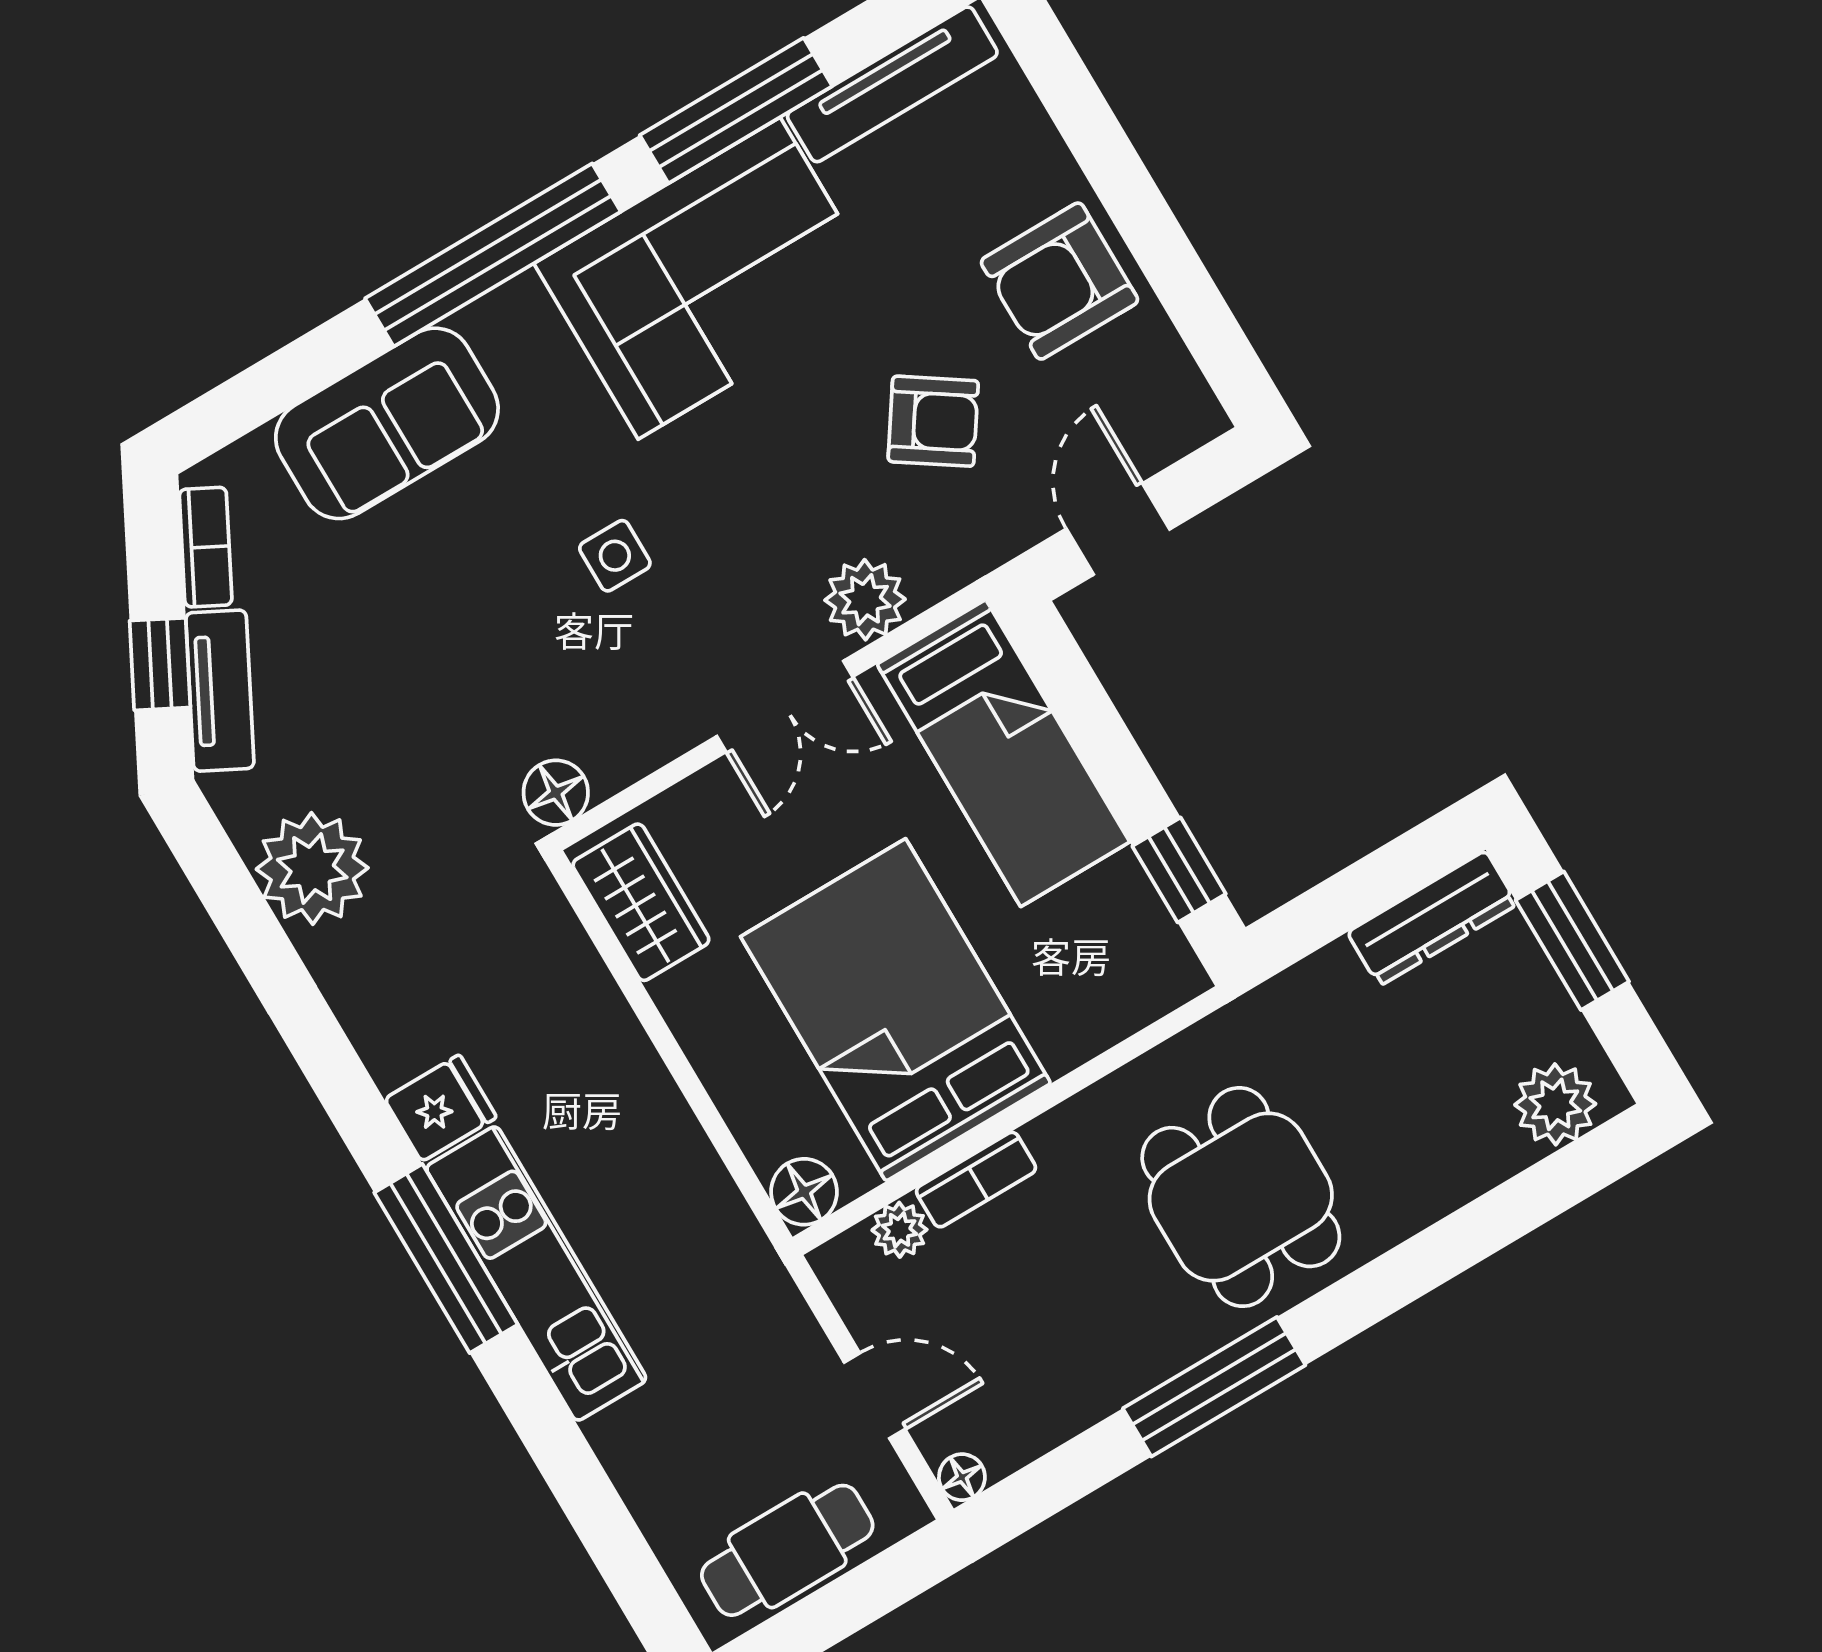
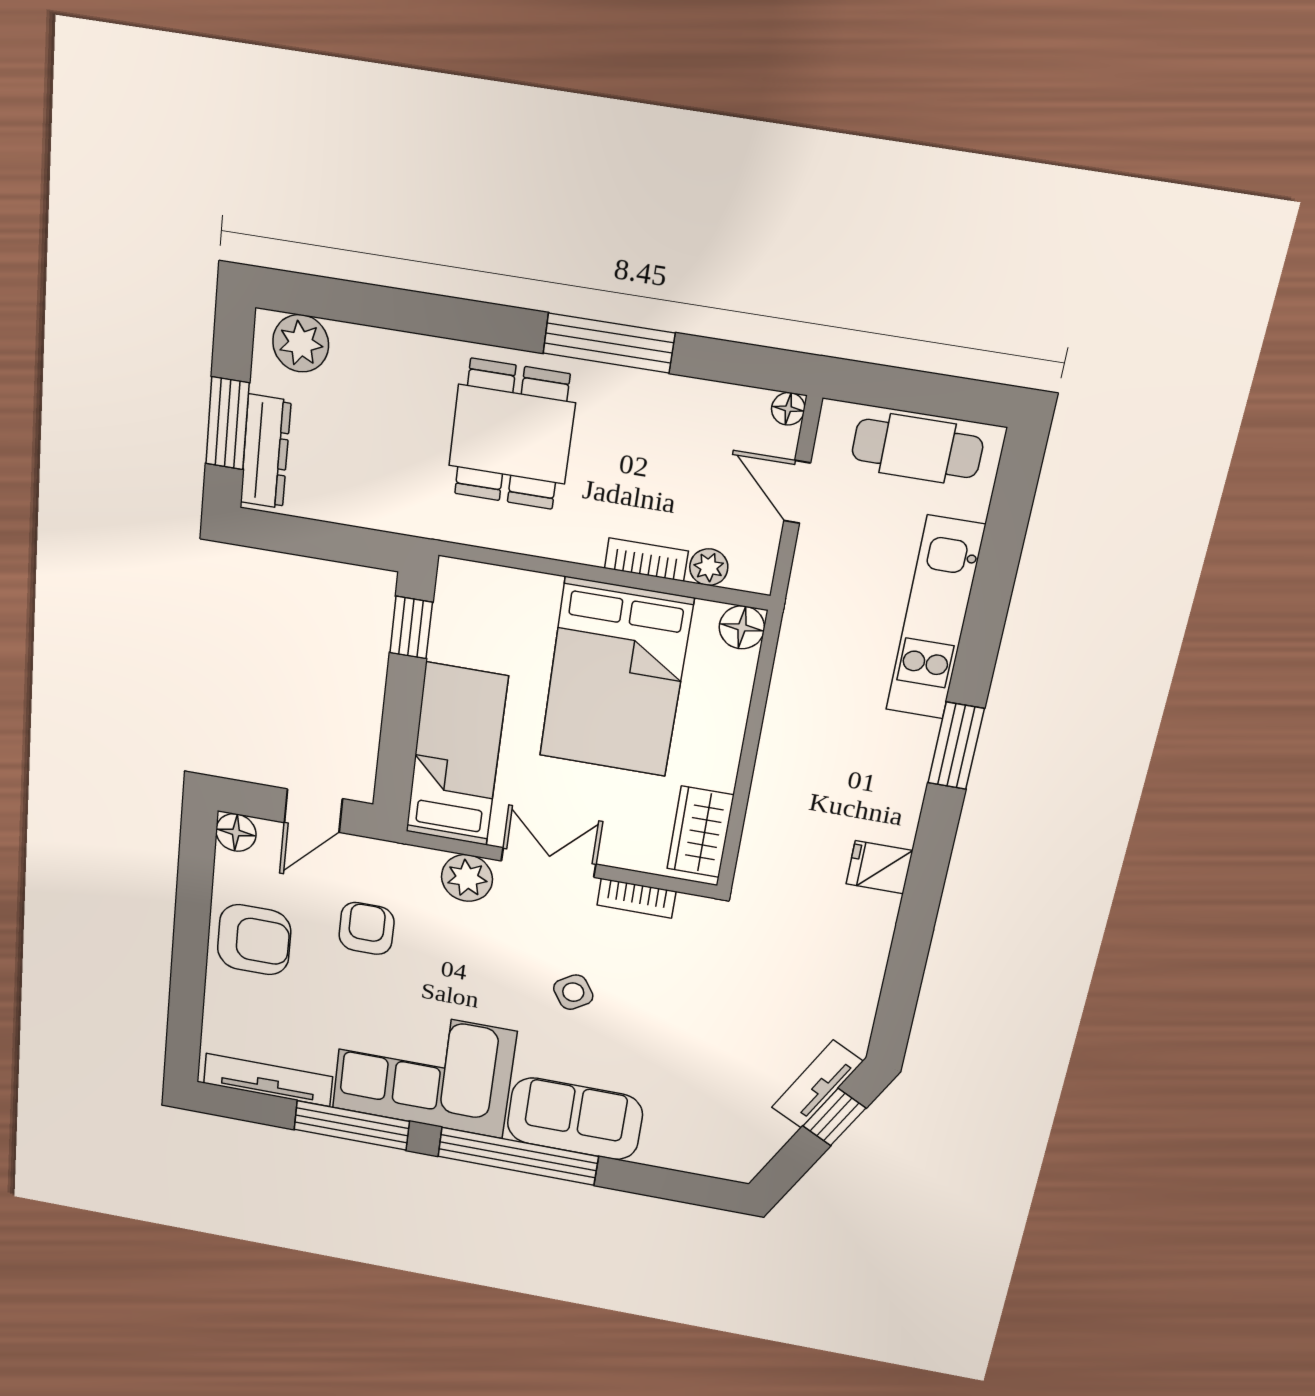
armchair: (933, 421) -> (366, 928), turned 56
sofa: (387, 423) -> (575, 1119), moved
bookcase: (206, 547) -> (636, 898), moved, turned -118
side table: (615, 556) -> (573, 992), turned -33
floor lamp: (556, 793) -> (236, 832), moved
plant: (312, 869) -> (848, 976), removed
dresser: (1432, 918) -> (266, 452), moved, turned 90
fridge: (440, 1108) -> (879, 867), moved
window: (446, 1259) -> (956, 746), width x0.69
kitchen unit: (536, 1273) -> (935, 618), moved

